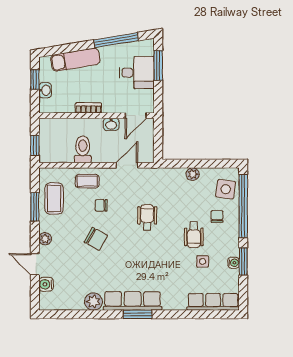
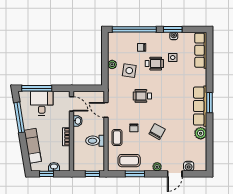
window: (158, 65) -> (37, 88), width x1.44
side table: (226, 189) -> (129, 71), moved

